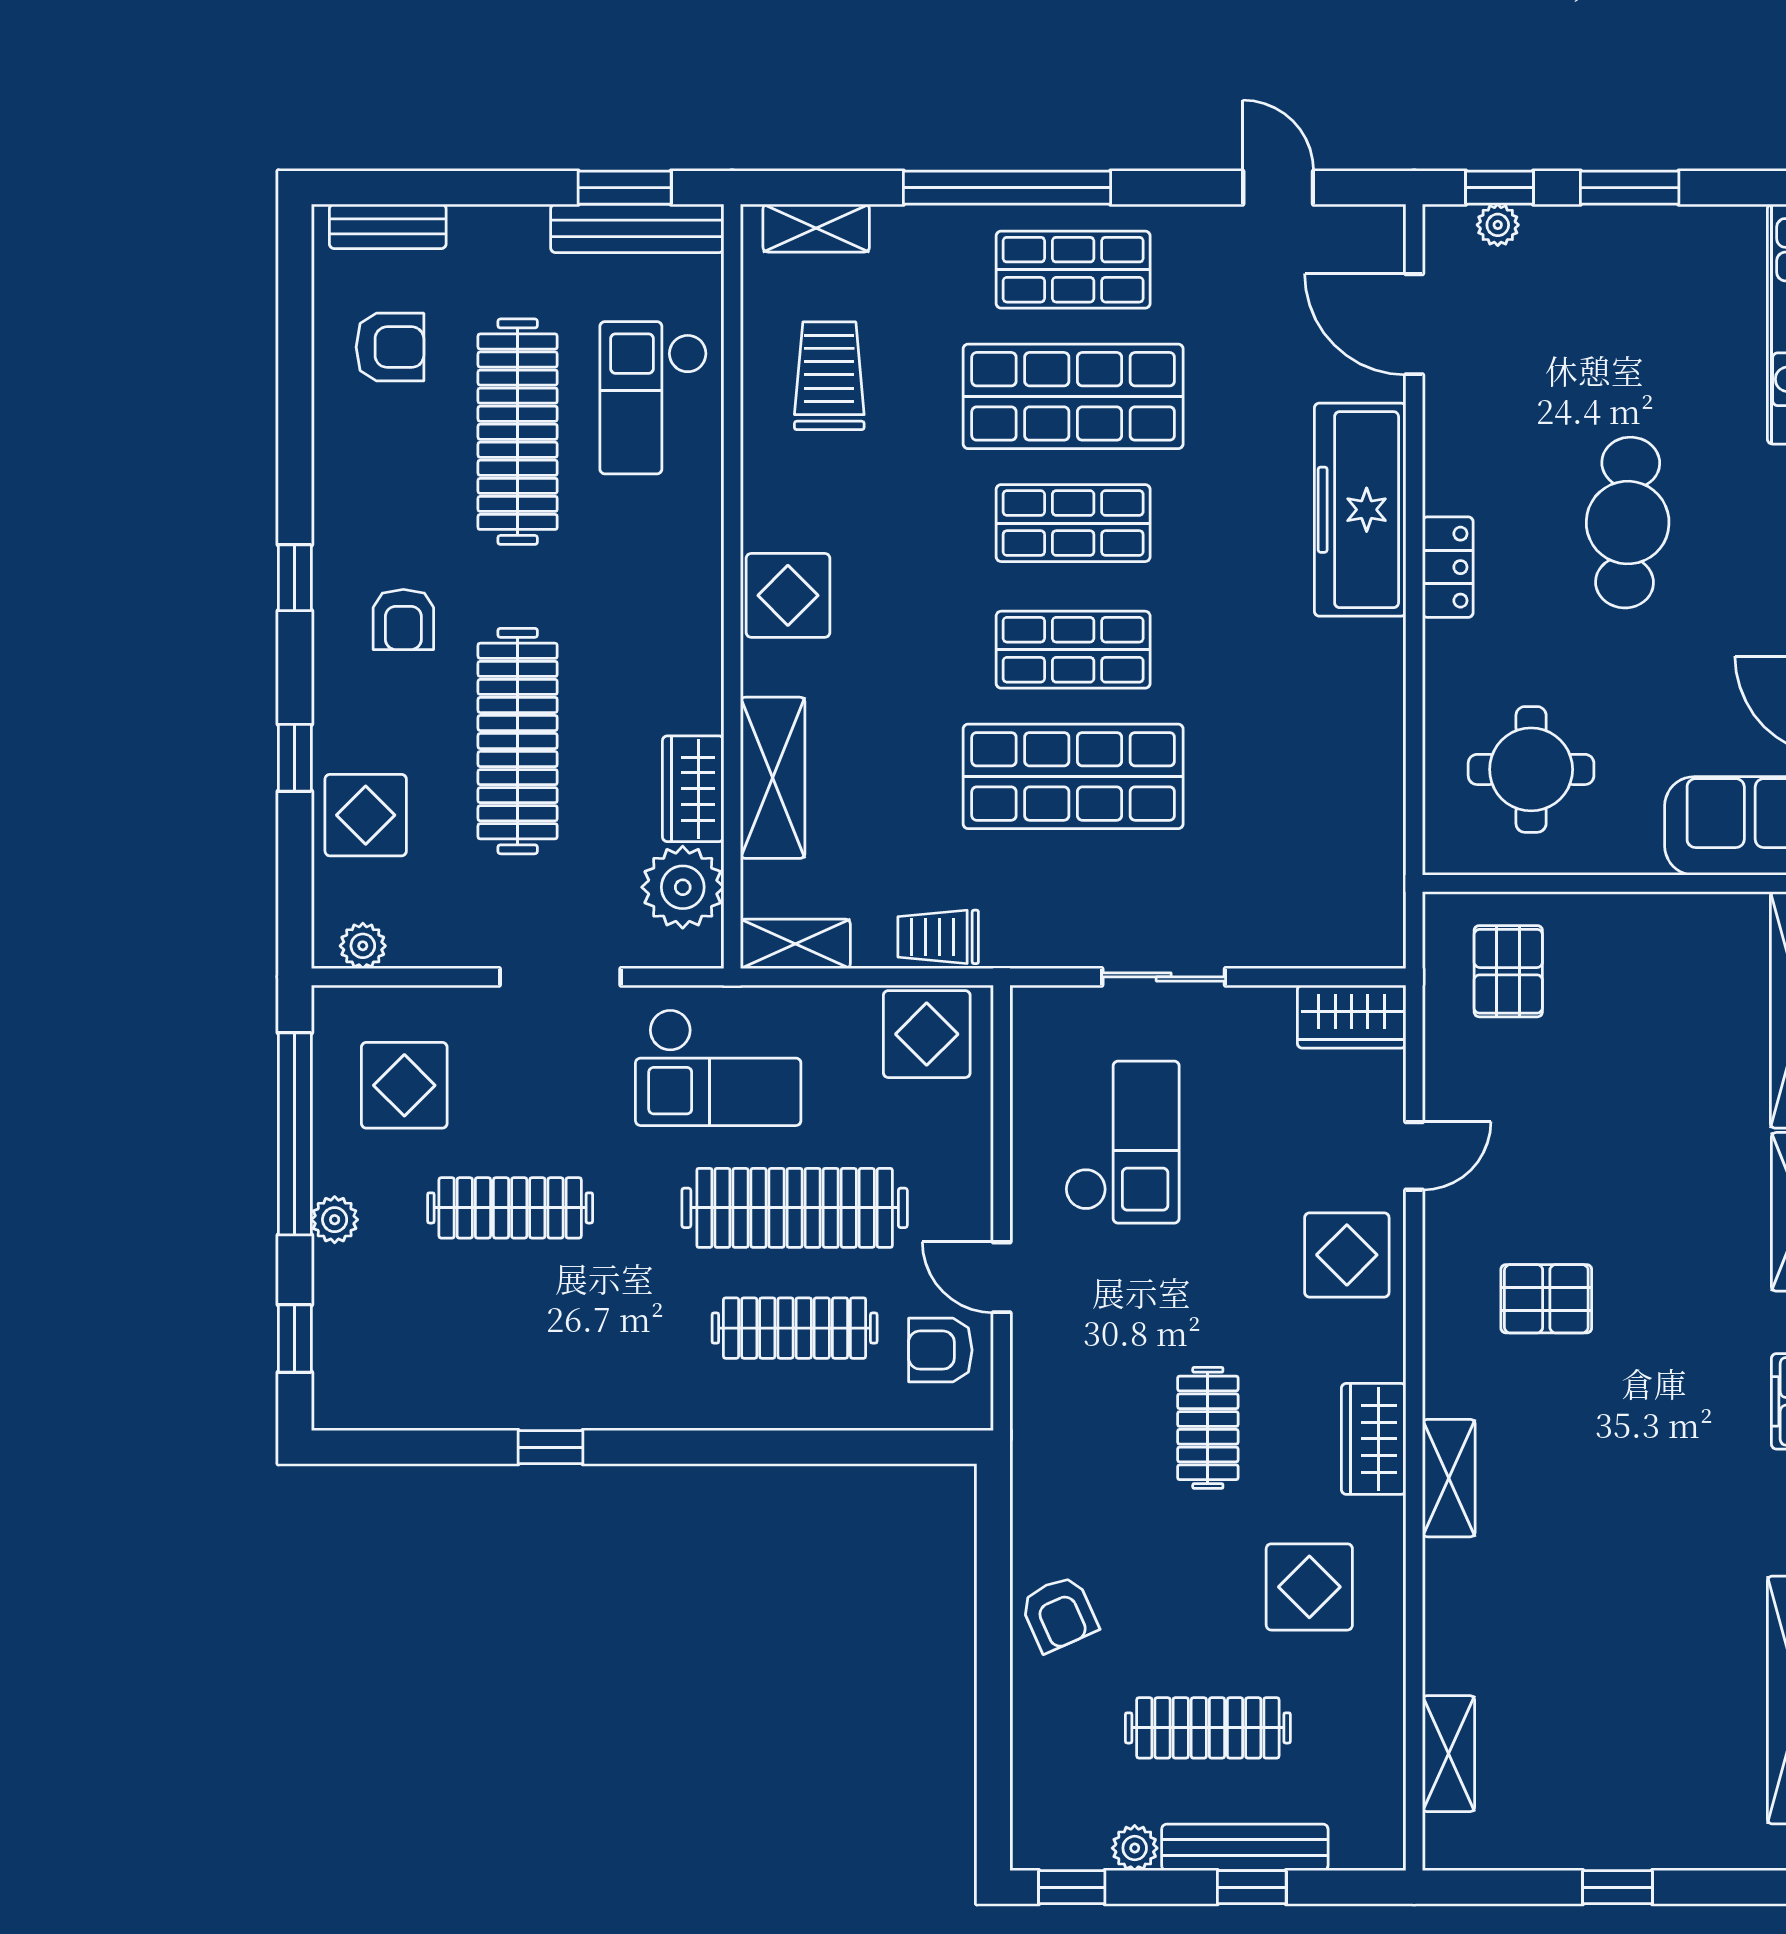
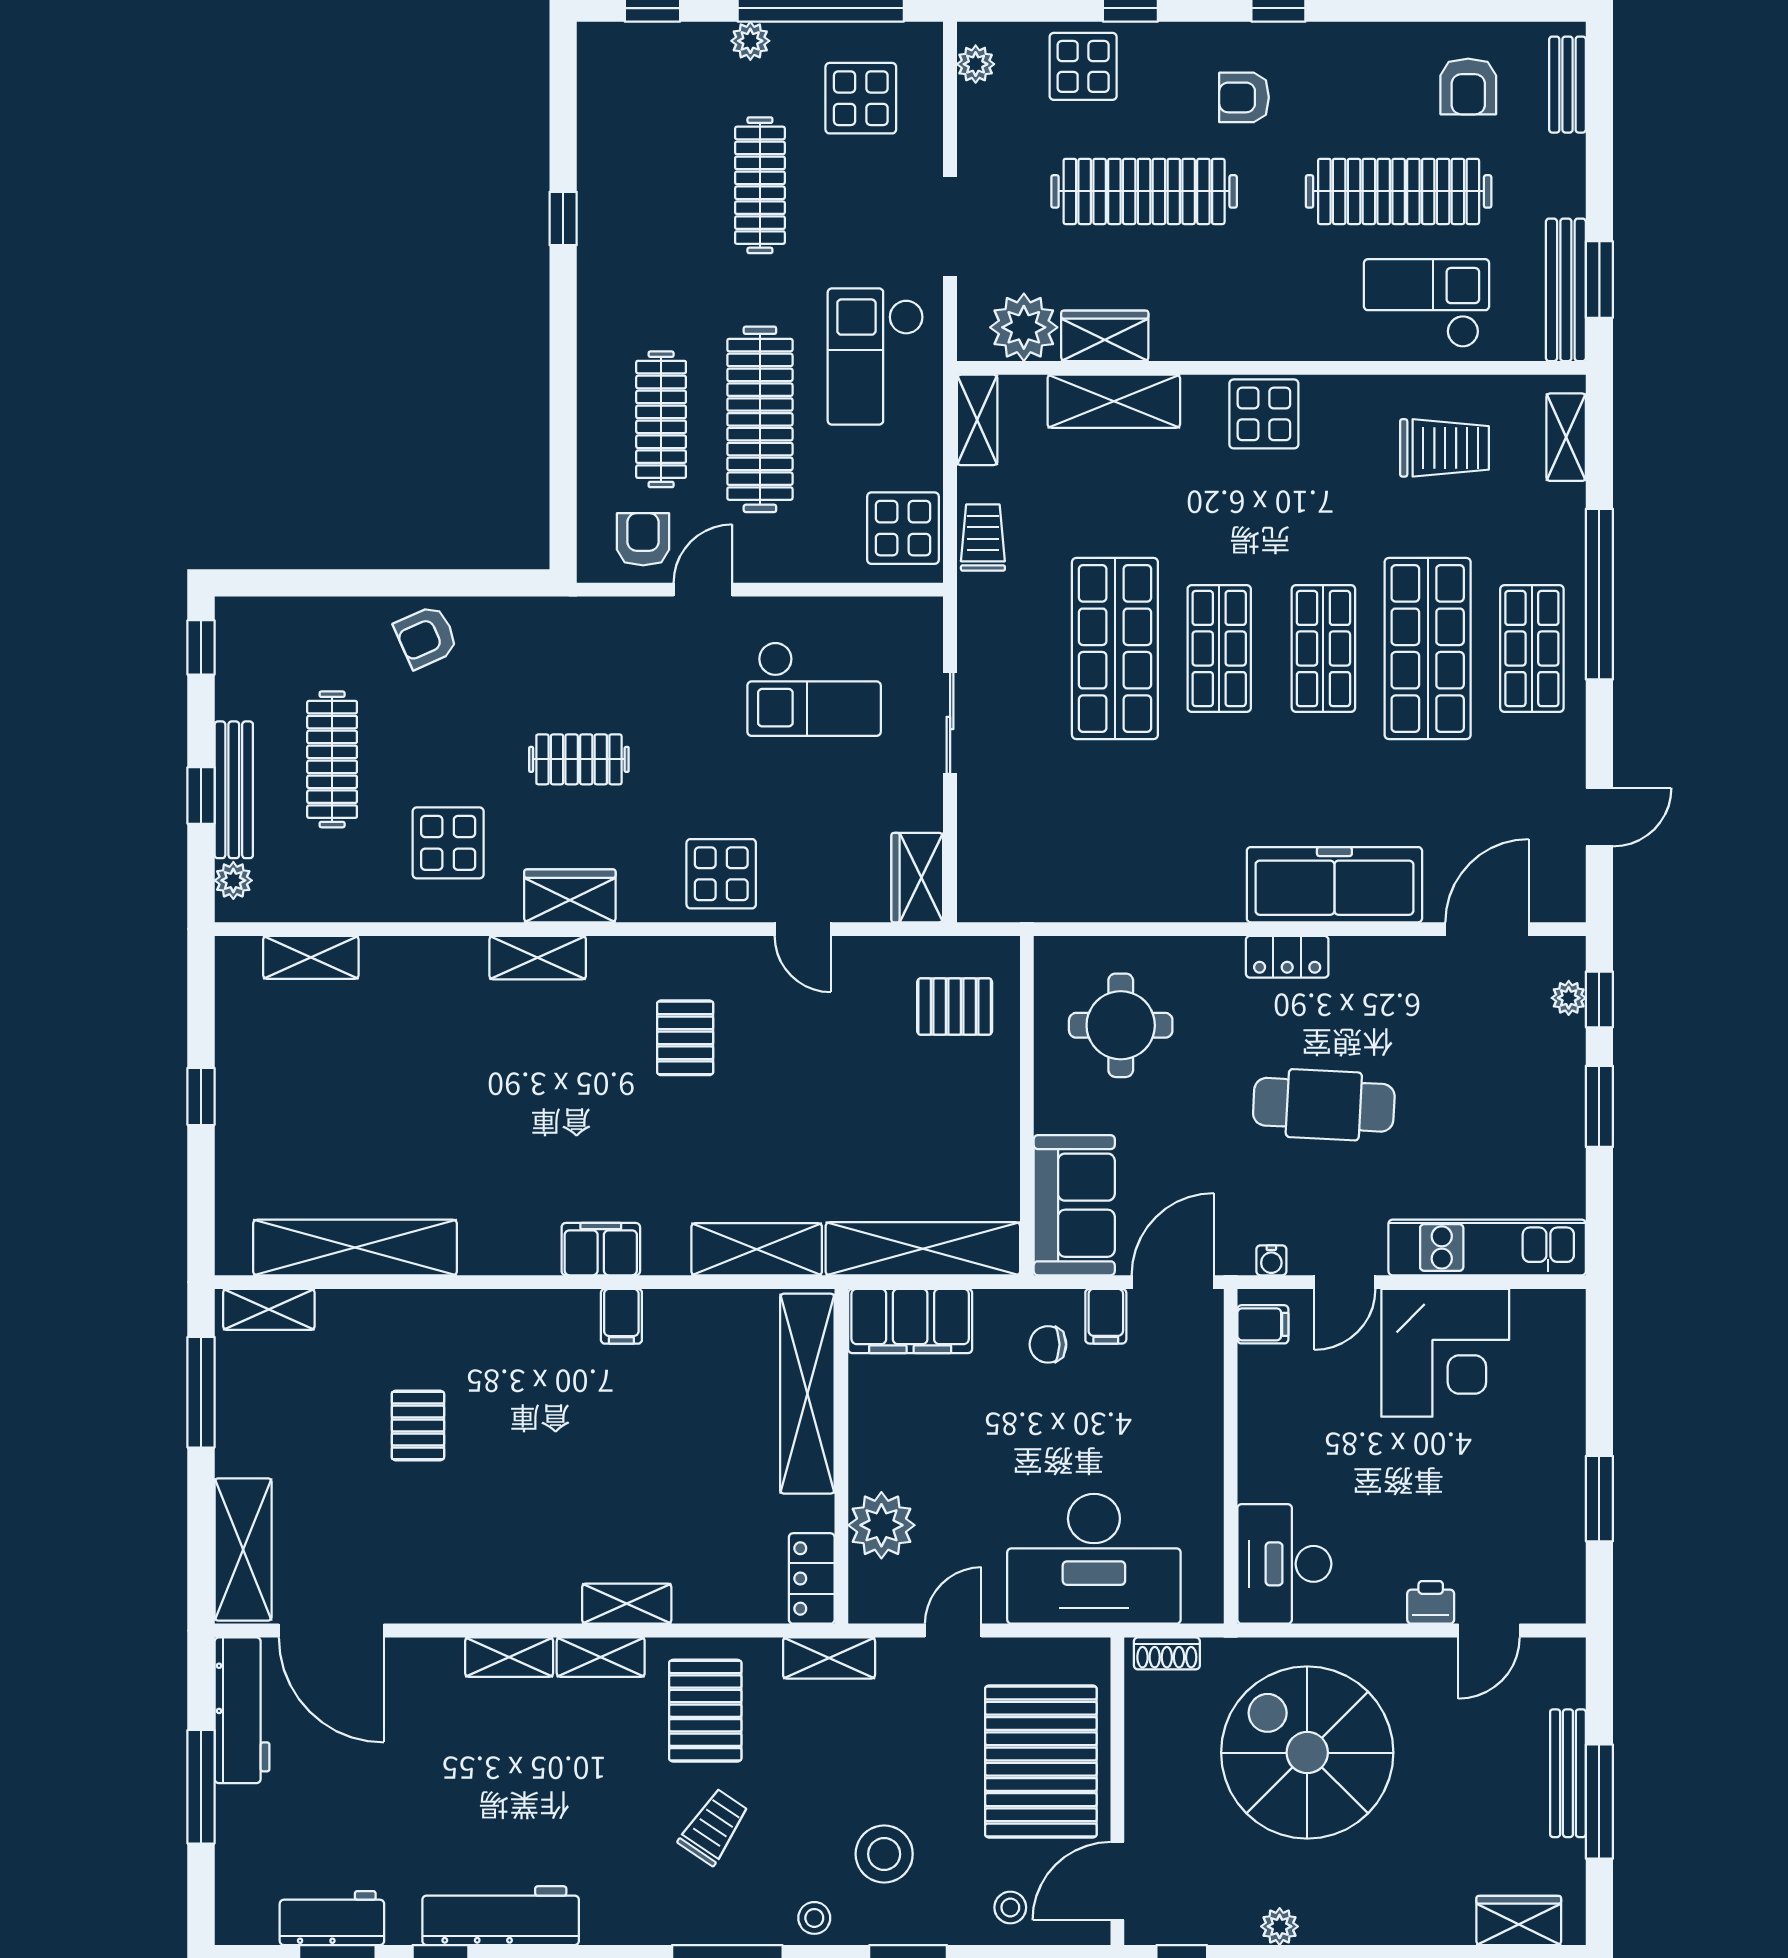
plant: (1135, 1848) -> (233, 880), moved

